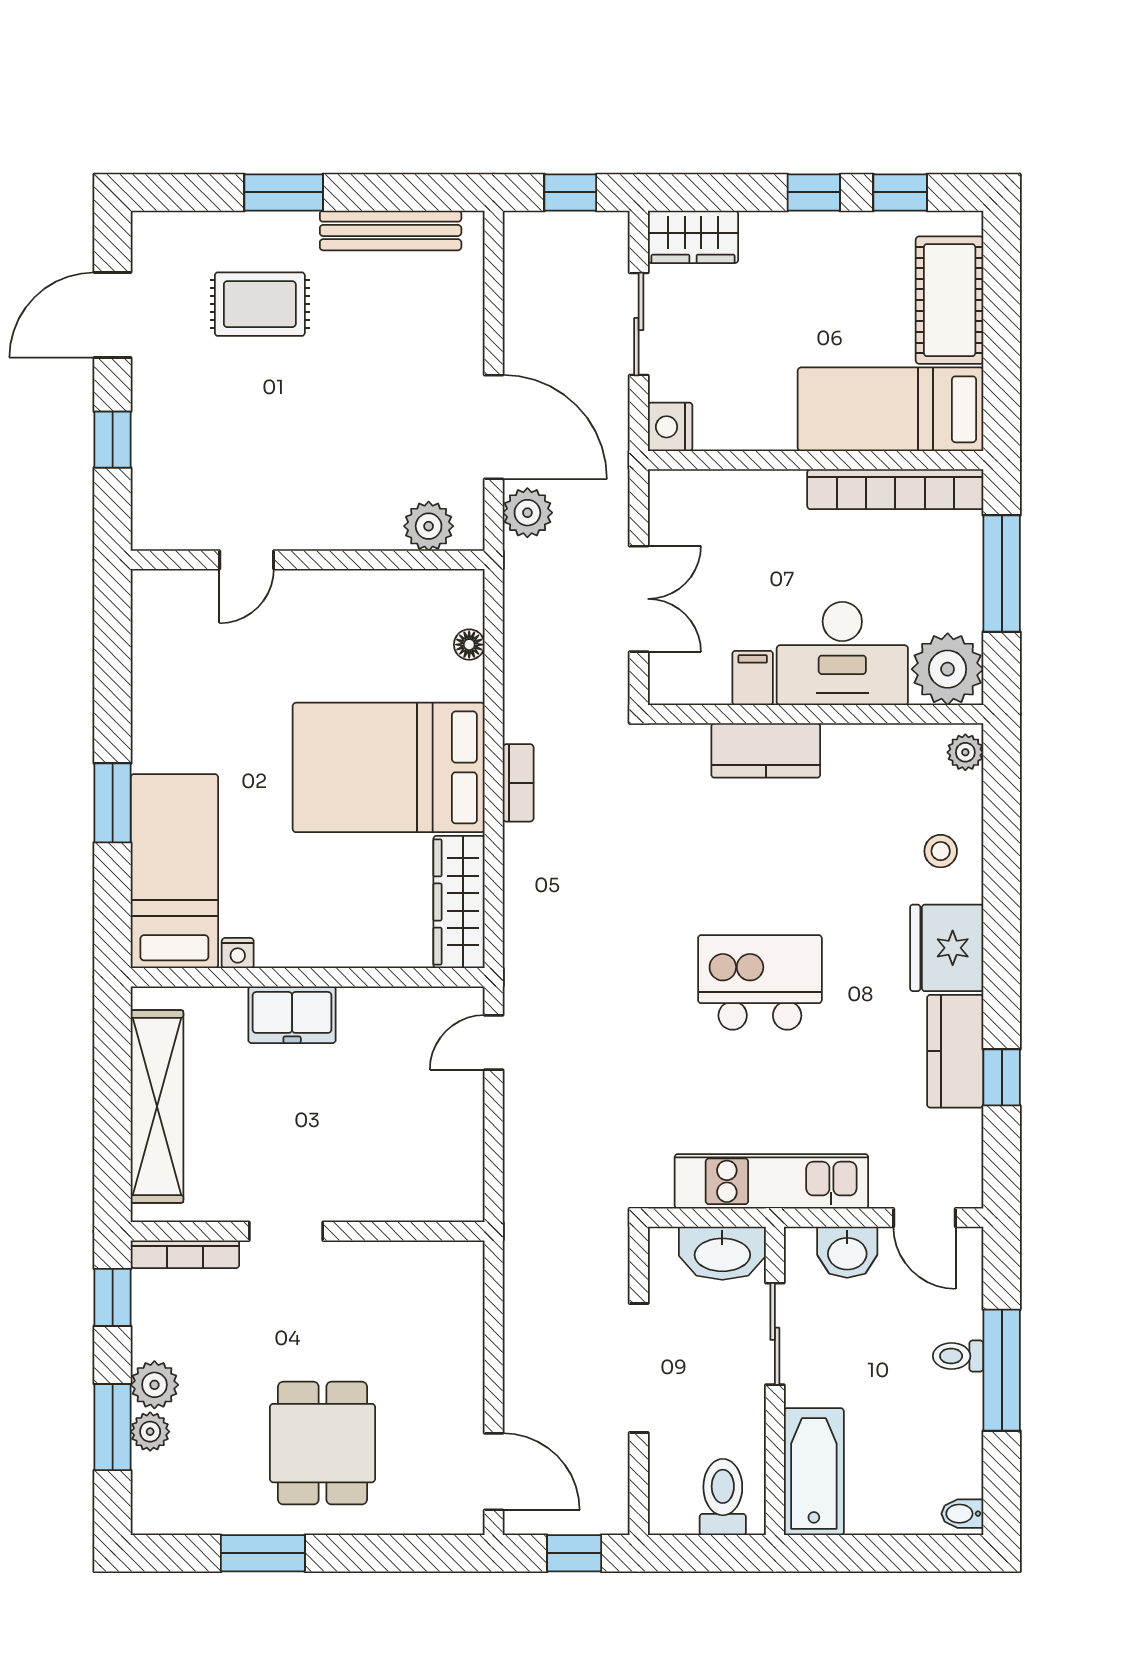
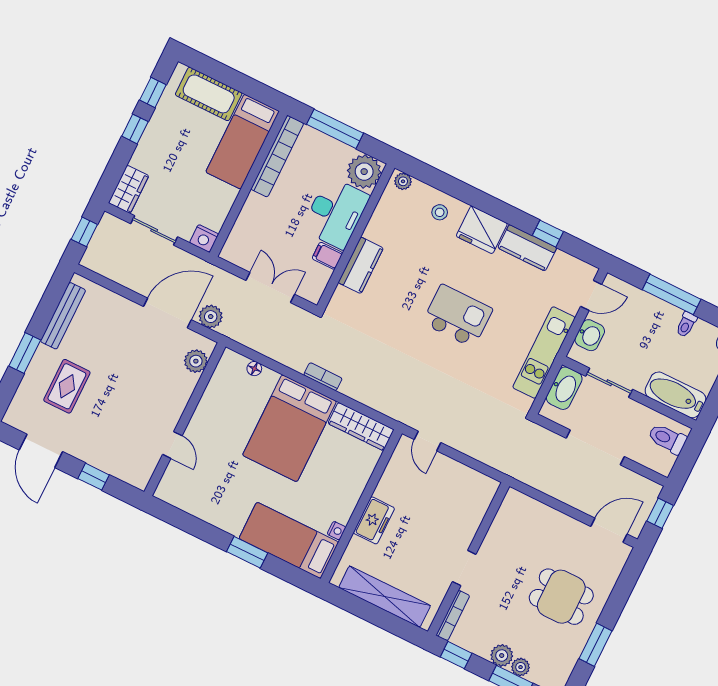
kitchen island: (760, 982) -> (458, 316), turned 90
toilet: (958, 1356) -> (686, 324), moved

